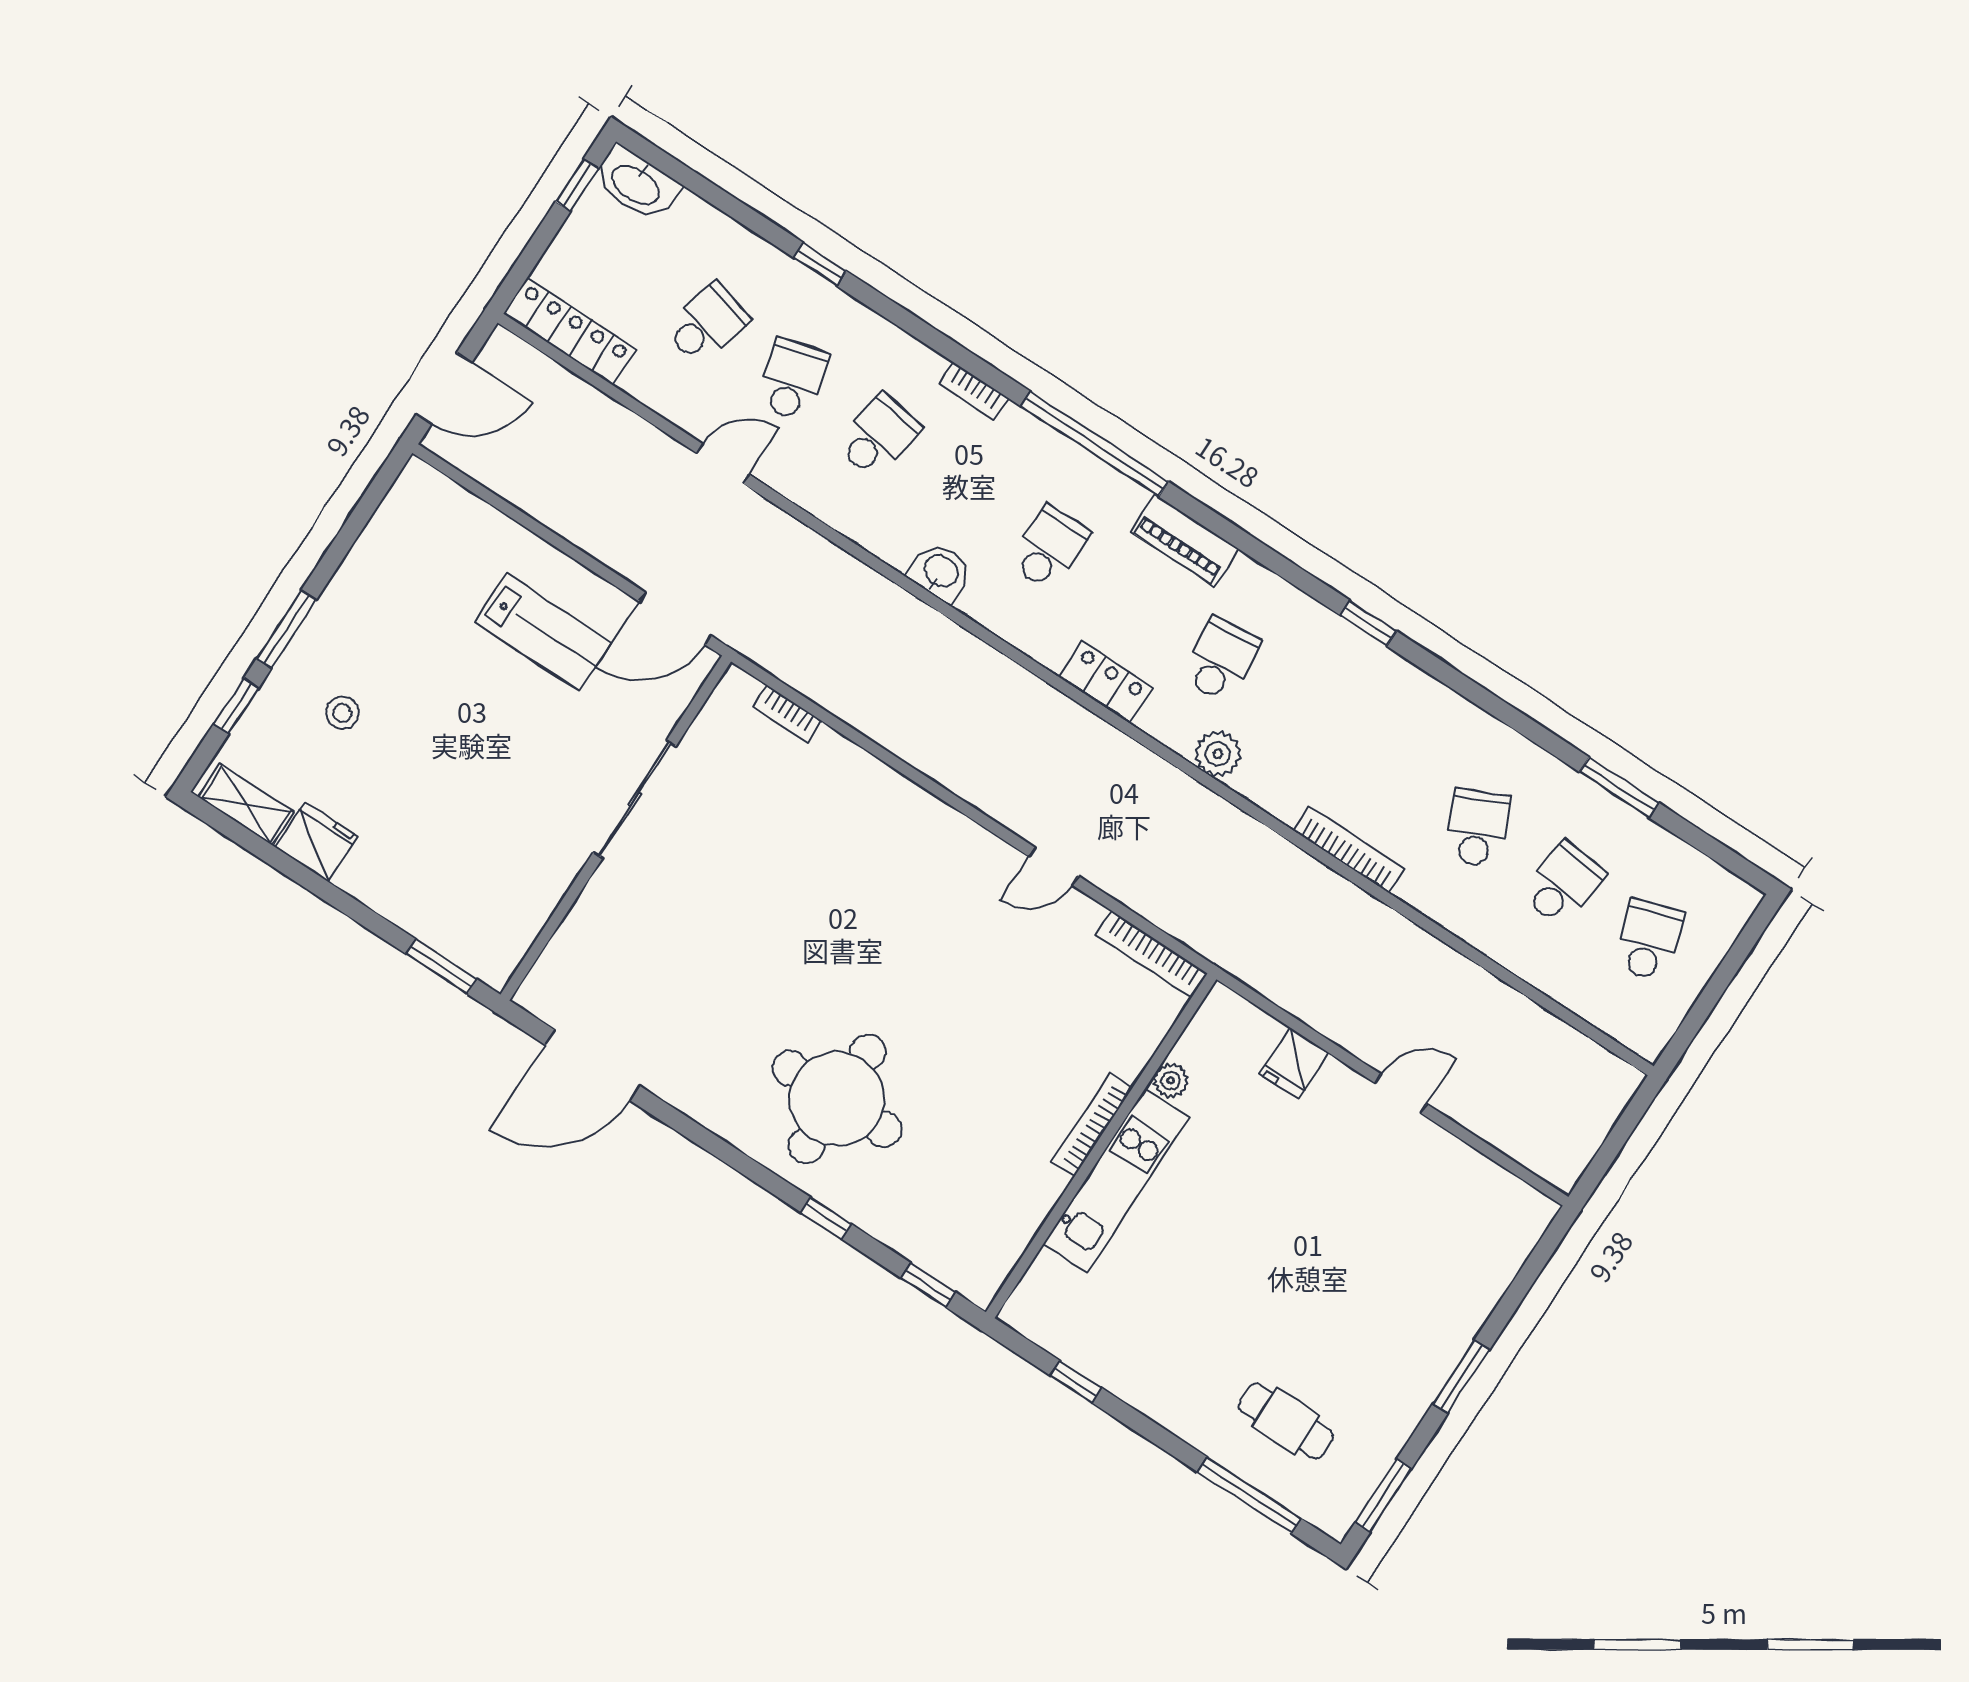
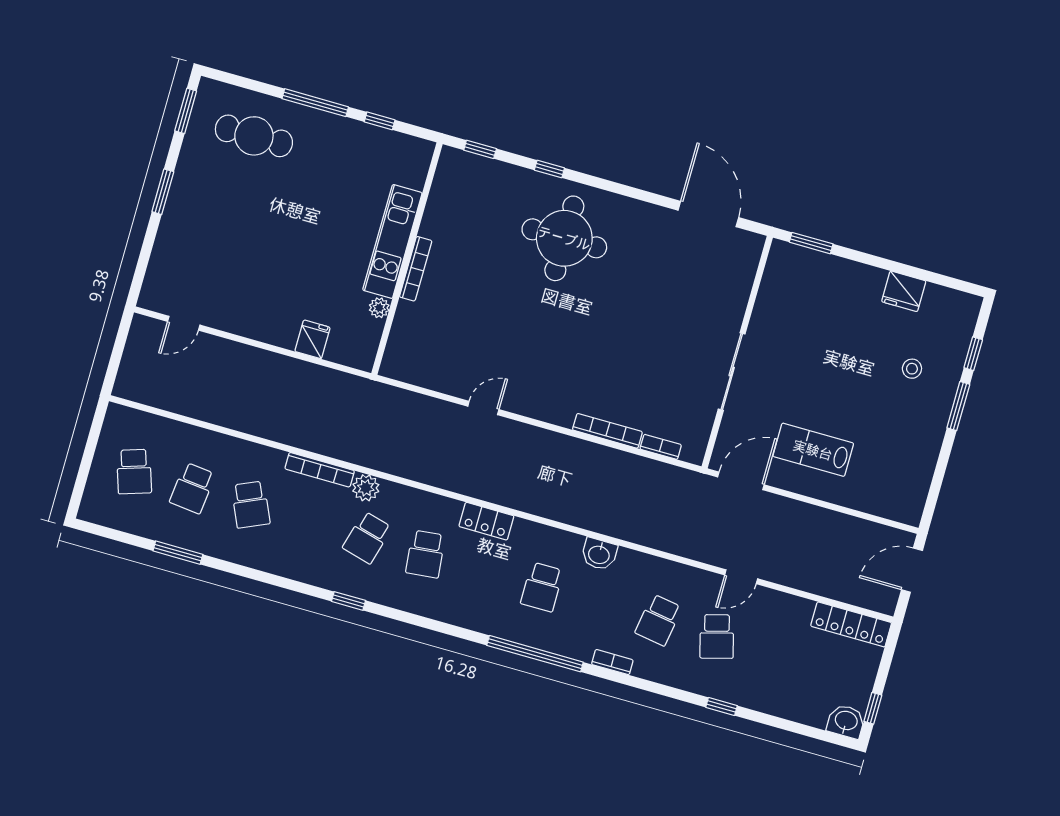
washbasin: (636, 184) -> (846, 721), width x0.72
school desk: (707, 324) -> (367, 538), moved
piano: (1185, 540) -> (467, 615), removed
plant: (1218, 754) -> (366, 488), moved
shelving: (246, 805) -> (950, 300), removed
bookcase: (1151, 954) -> (607, 431), moved
door: (593, 1065) -> (708, 214), hinge flipped
door: (1401, 1094) -> (184, 323), moved
cafe table: (1286, 1421) -> (254, 136), width x1.37, depth x1.35
window: (1249, 1495) -> (315, 103), moved

